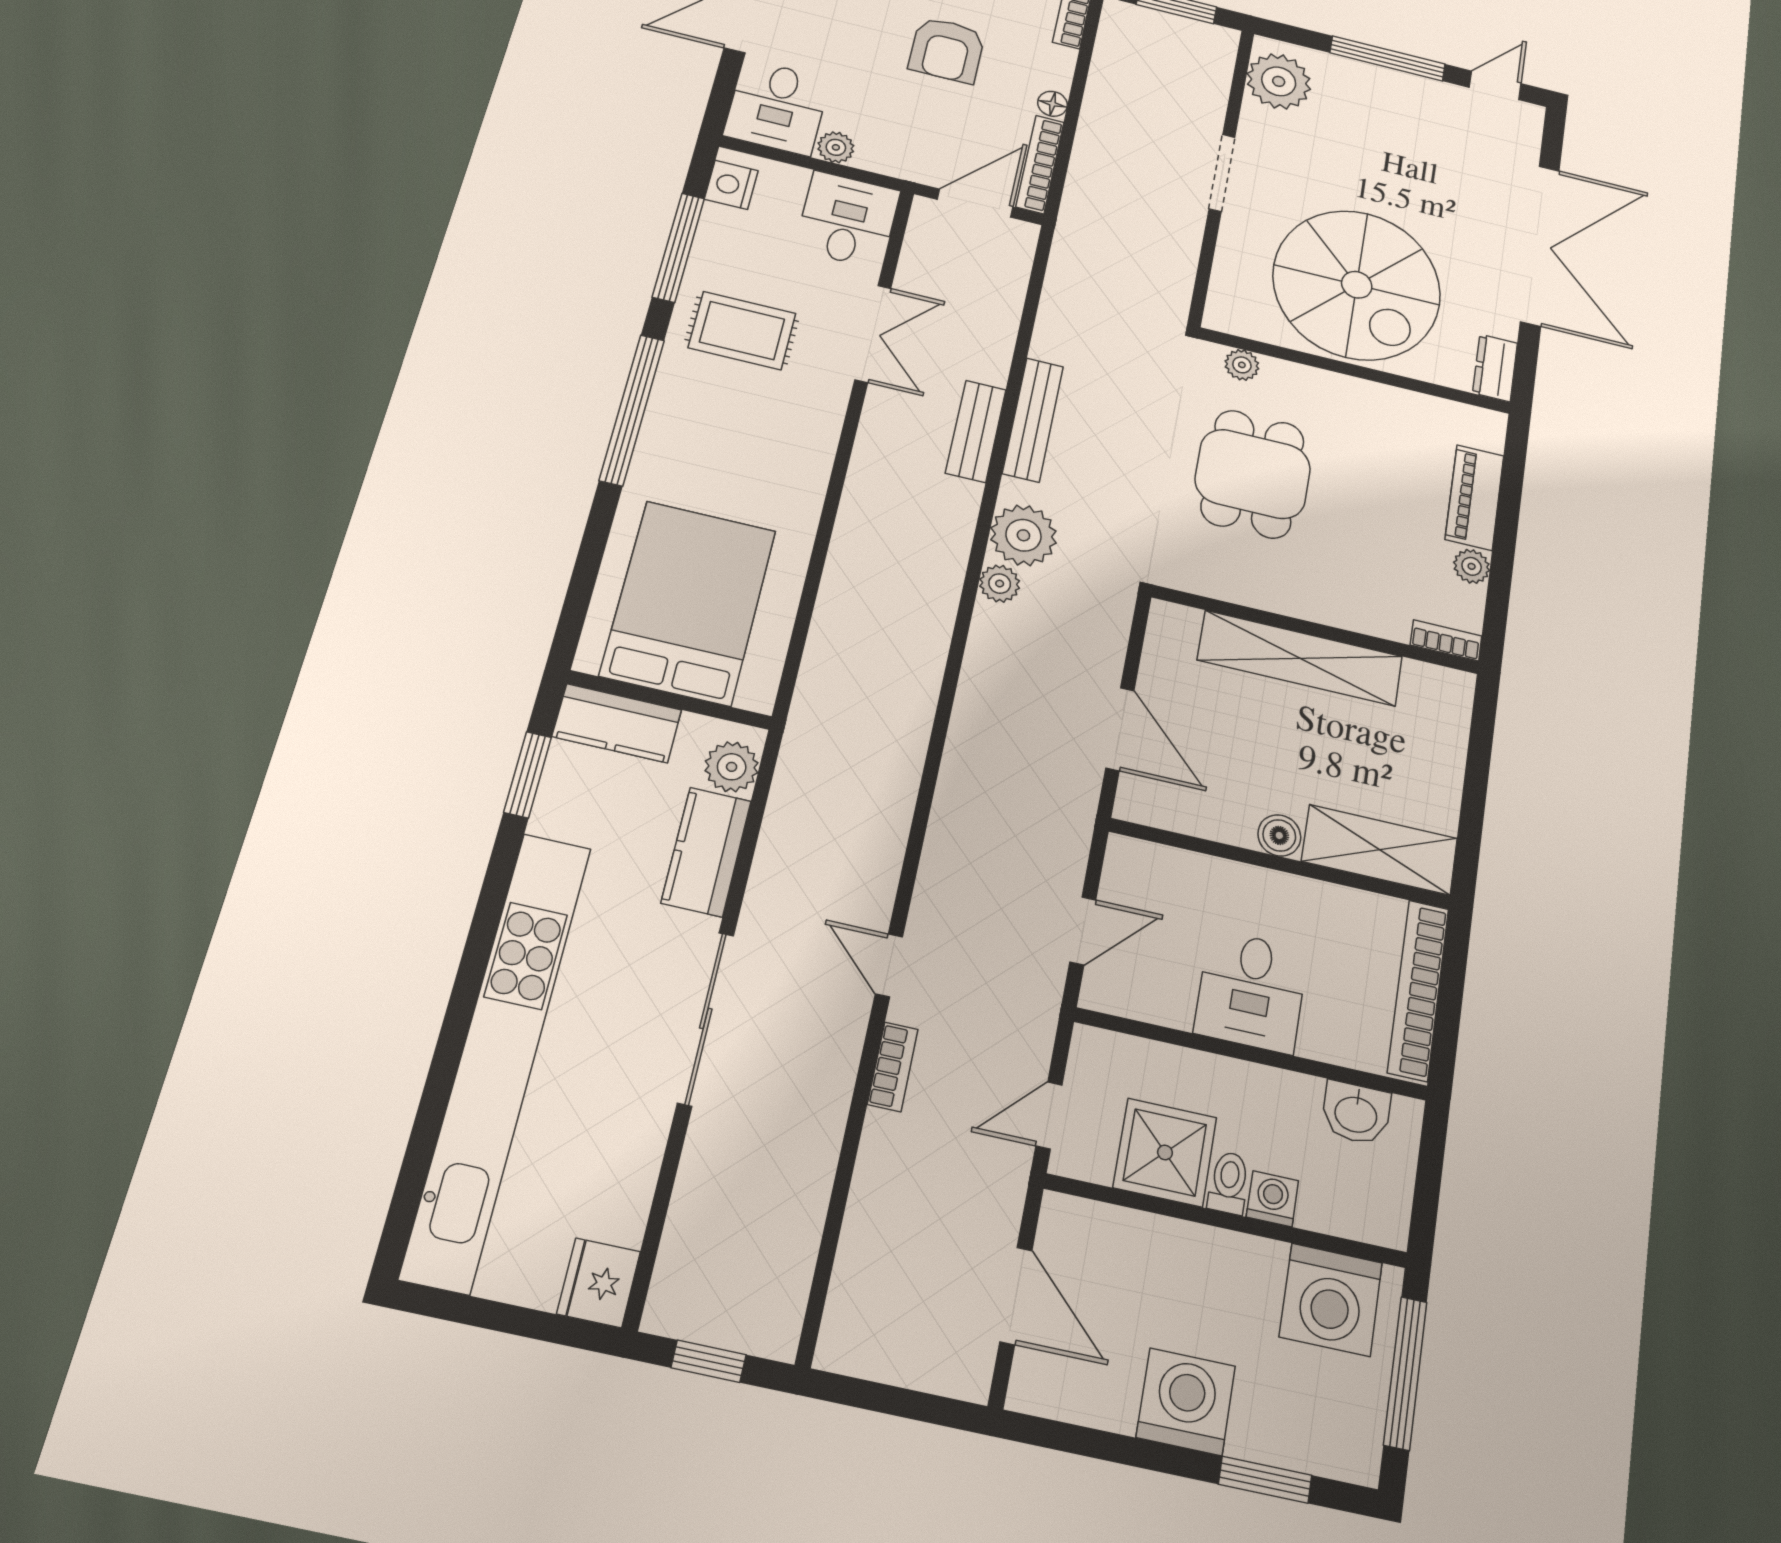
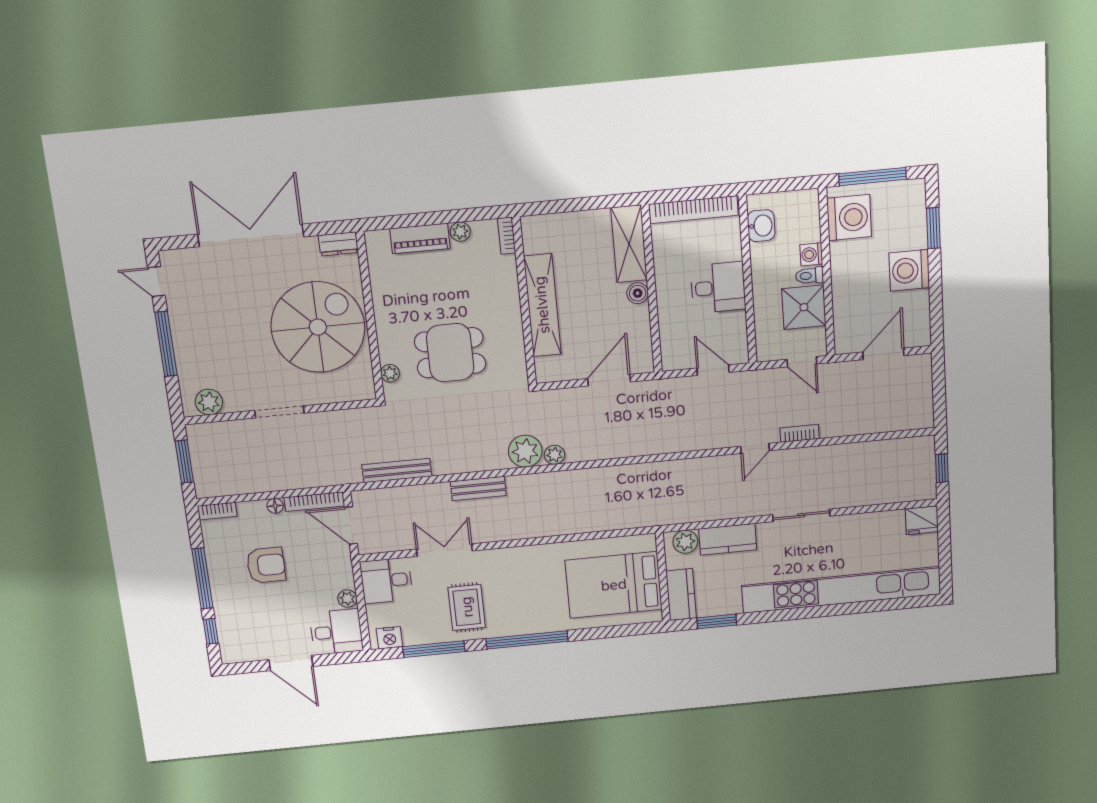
plant: (1279, 81) -> (209, 402), width x0.73, depth x0.73
bench: (1033, 420) -> (397, 471), moved
sliding door: (706, 1018) -> (801, 515), width x0.73

